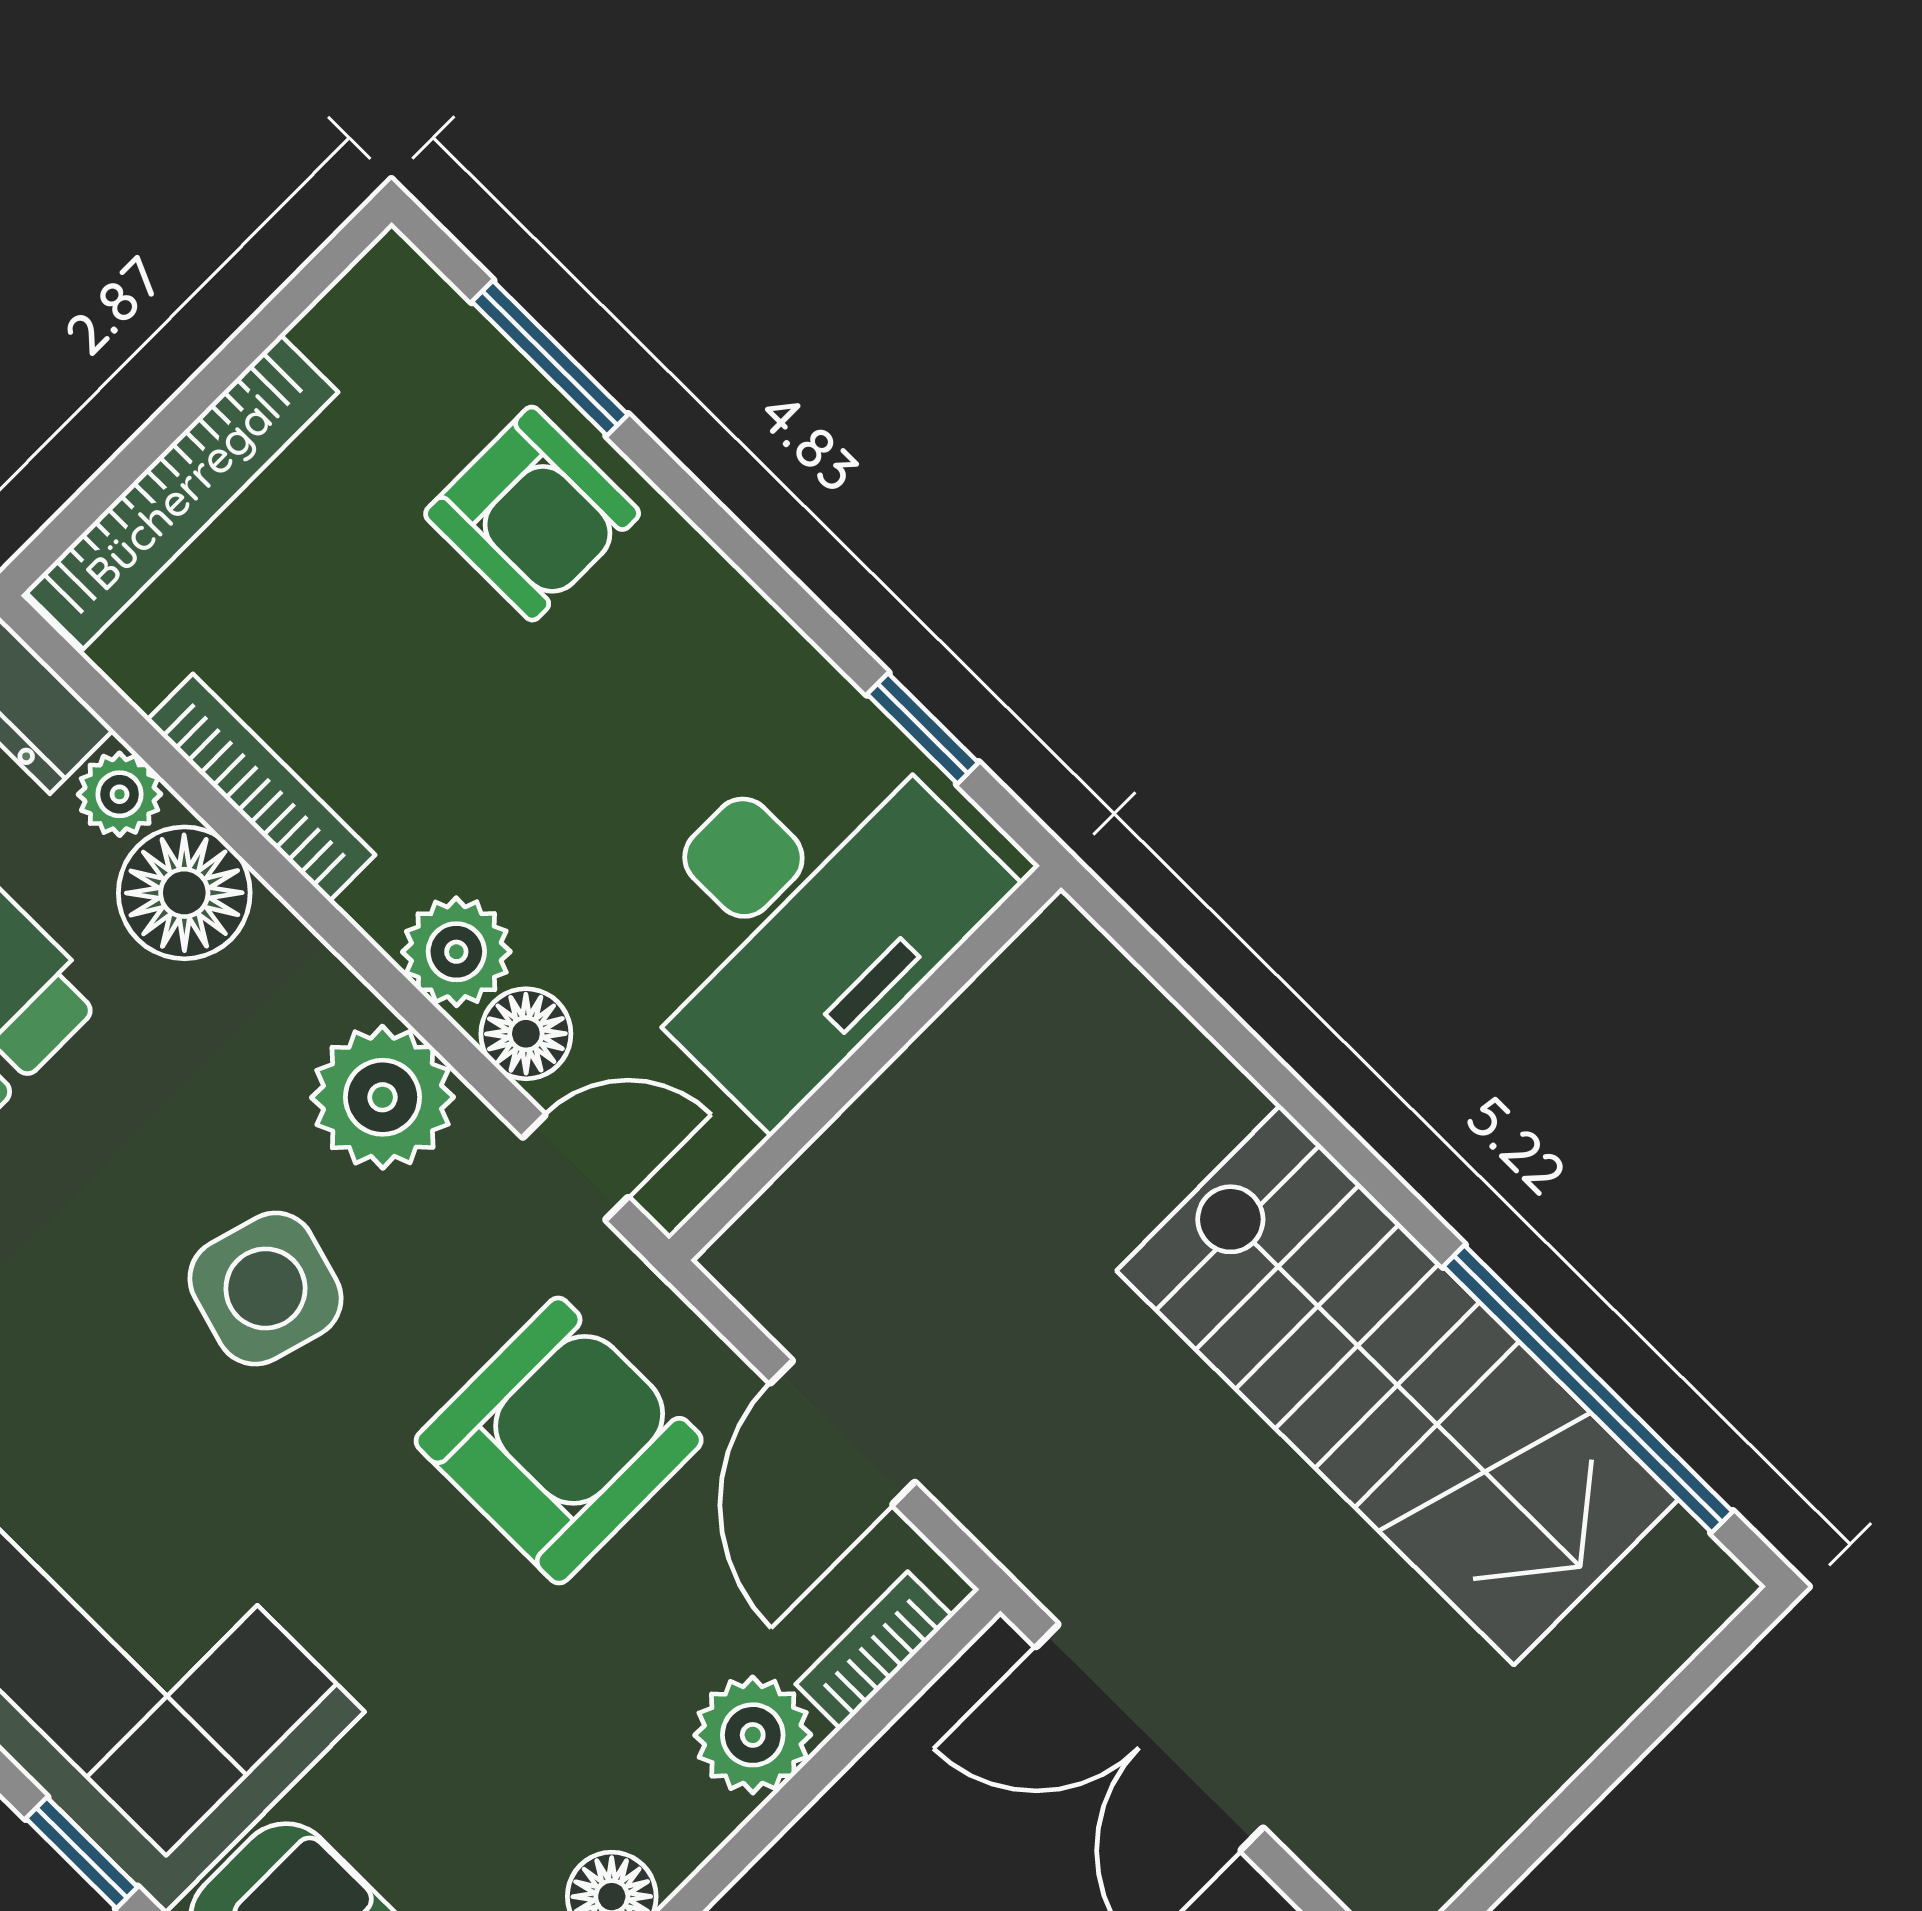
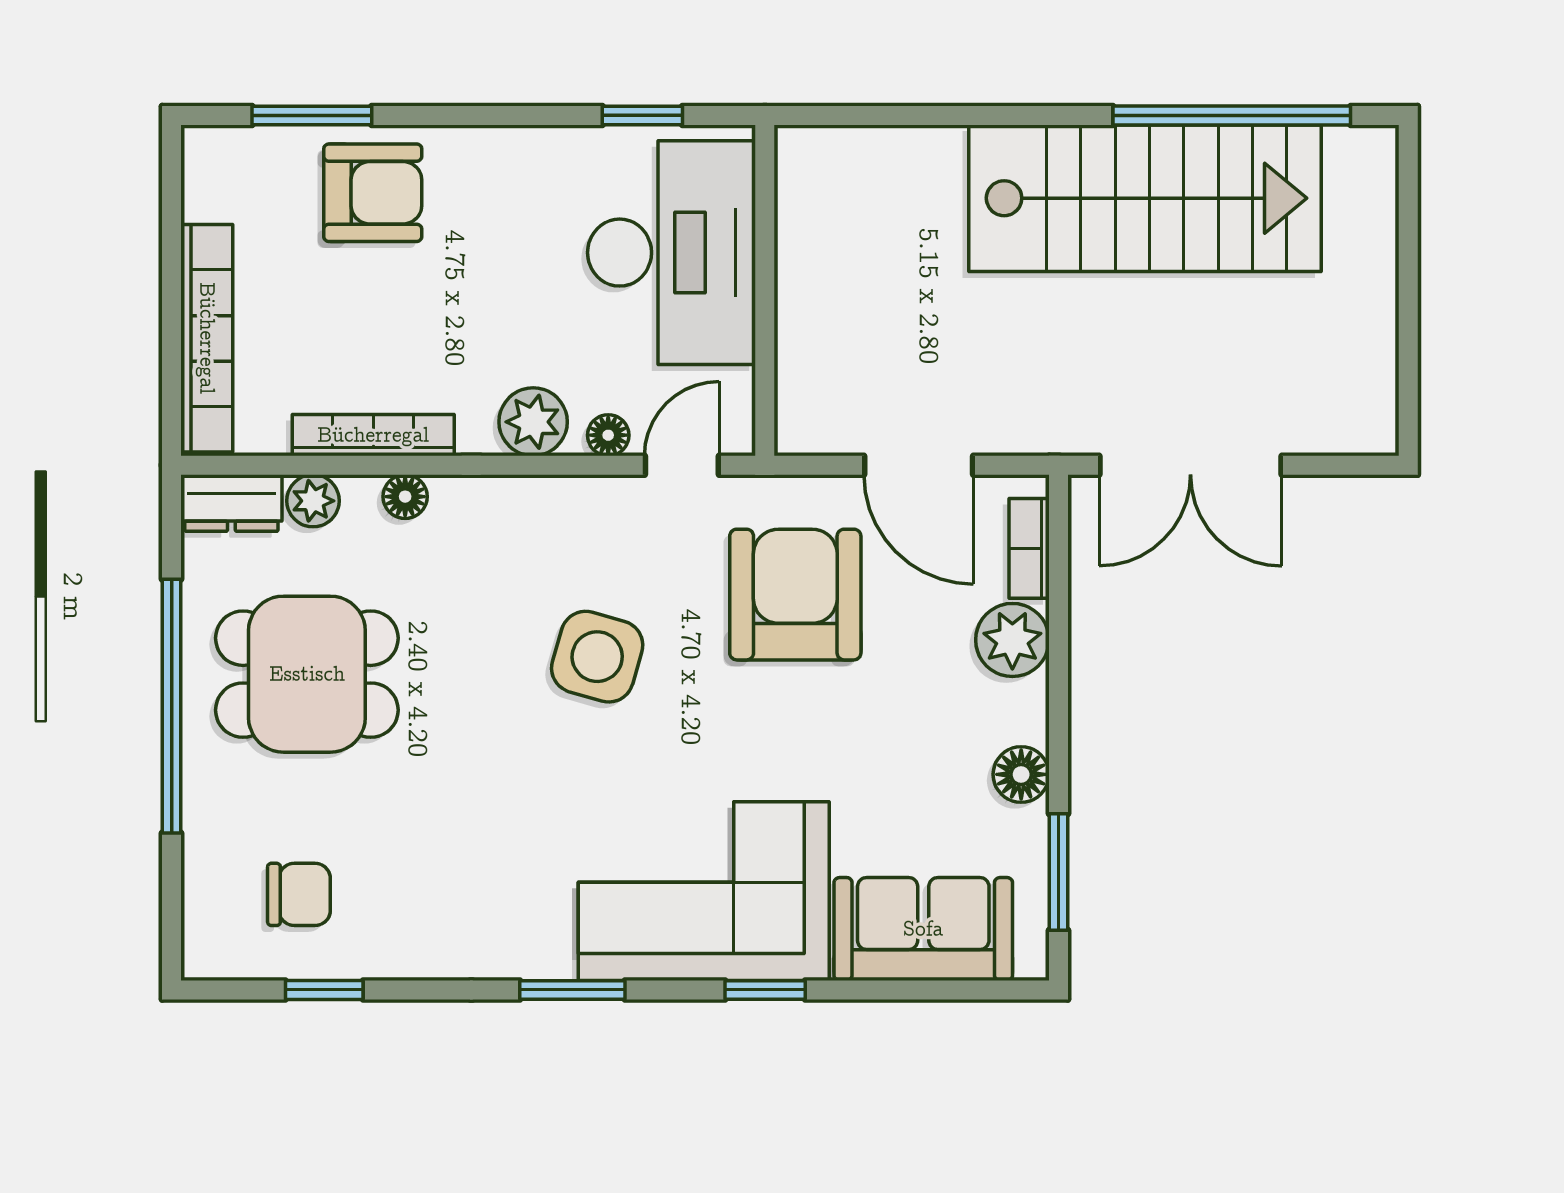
floor lamp: (184, 893) -> (405, 497), width x0.53, depth x0.53
floor lamp: (526, 1034) -> (608, 435), width x0.73, depth x0.73
plant: (383, 1097) -> (565, 519), removed

